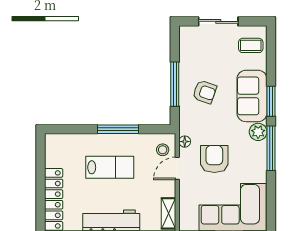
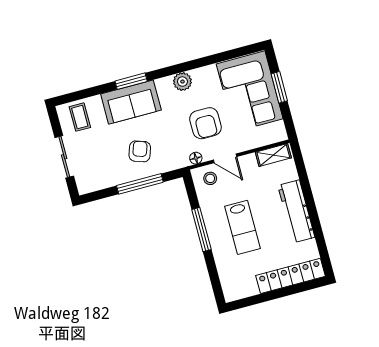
plant: (258, 132) -> (182, 82), moved
window: (271, 148) -> (179, 68), removed
armchair: (214, 159) -> (205, 123), turned -90
lab bench: (110, 167) -> (242, 227), turned 180

